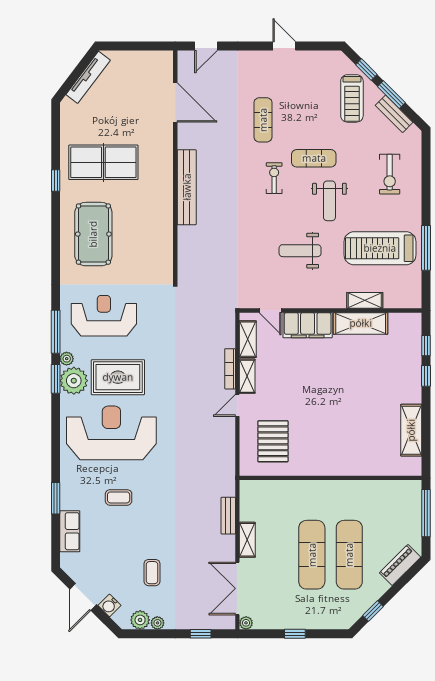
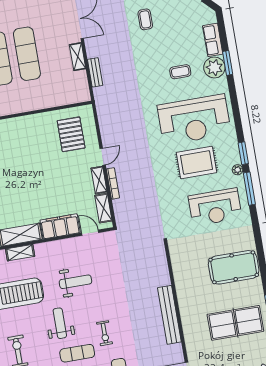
pool table: (93, 234) -> (234, 267), turned 90
plant: (74, 381) -> (214, 68), moved

